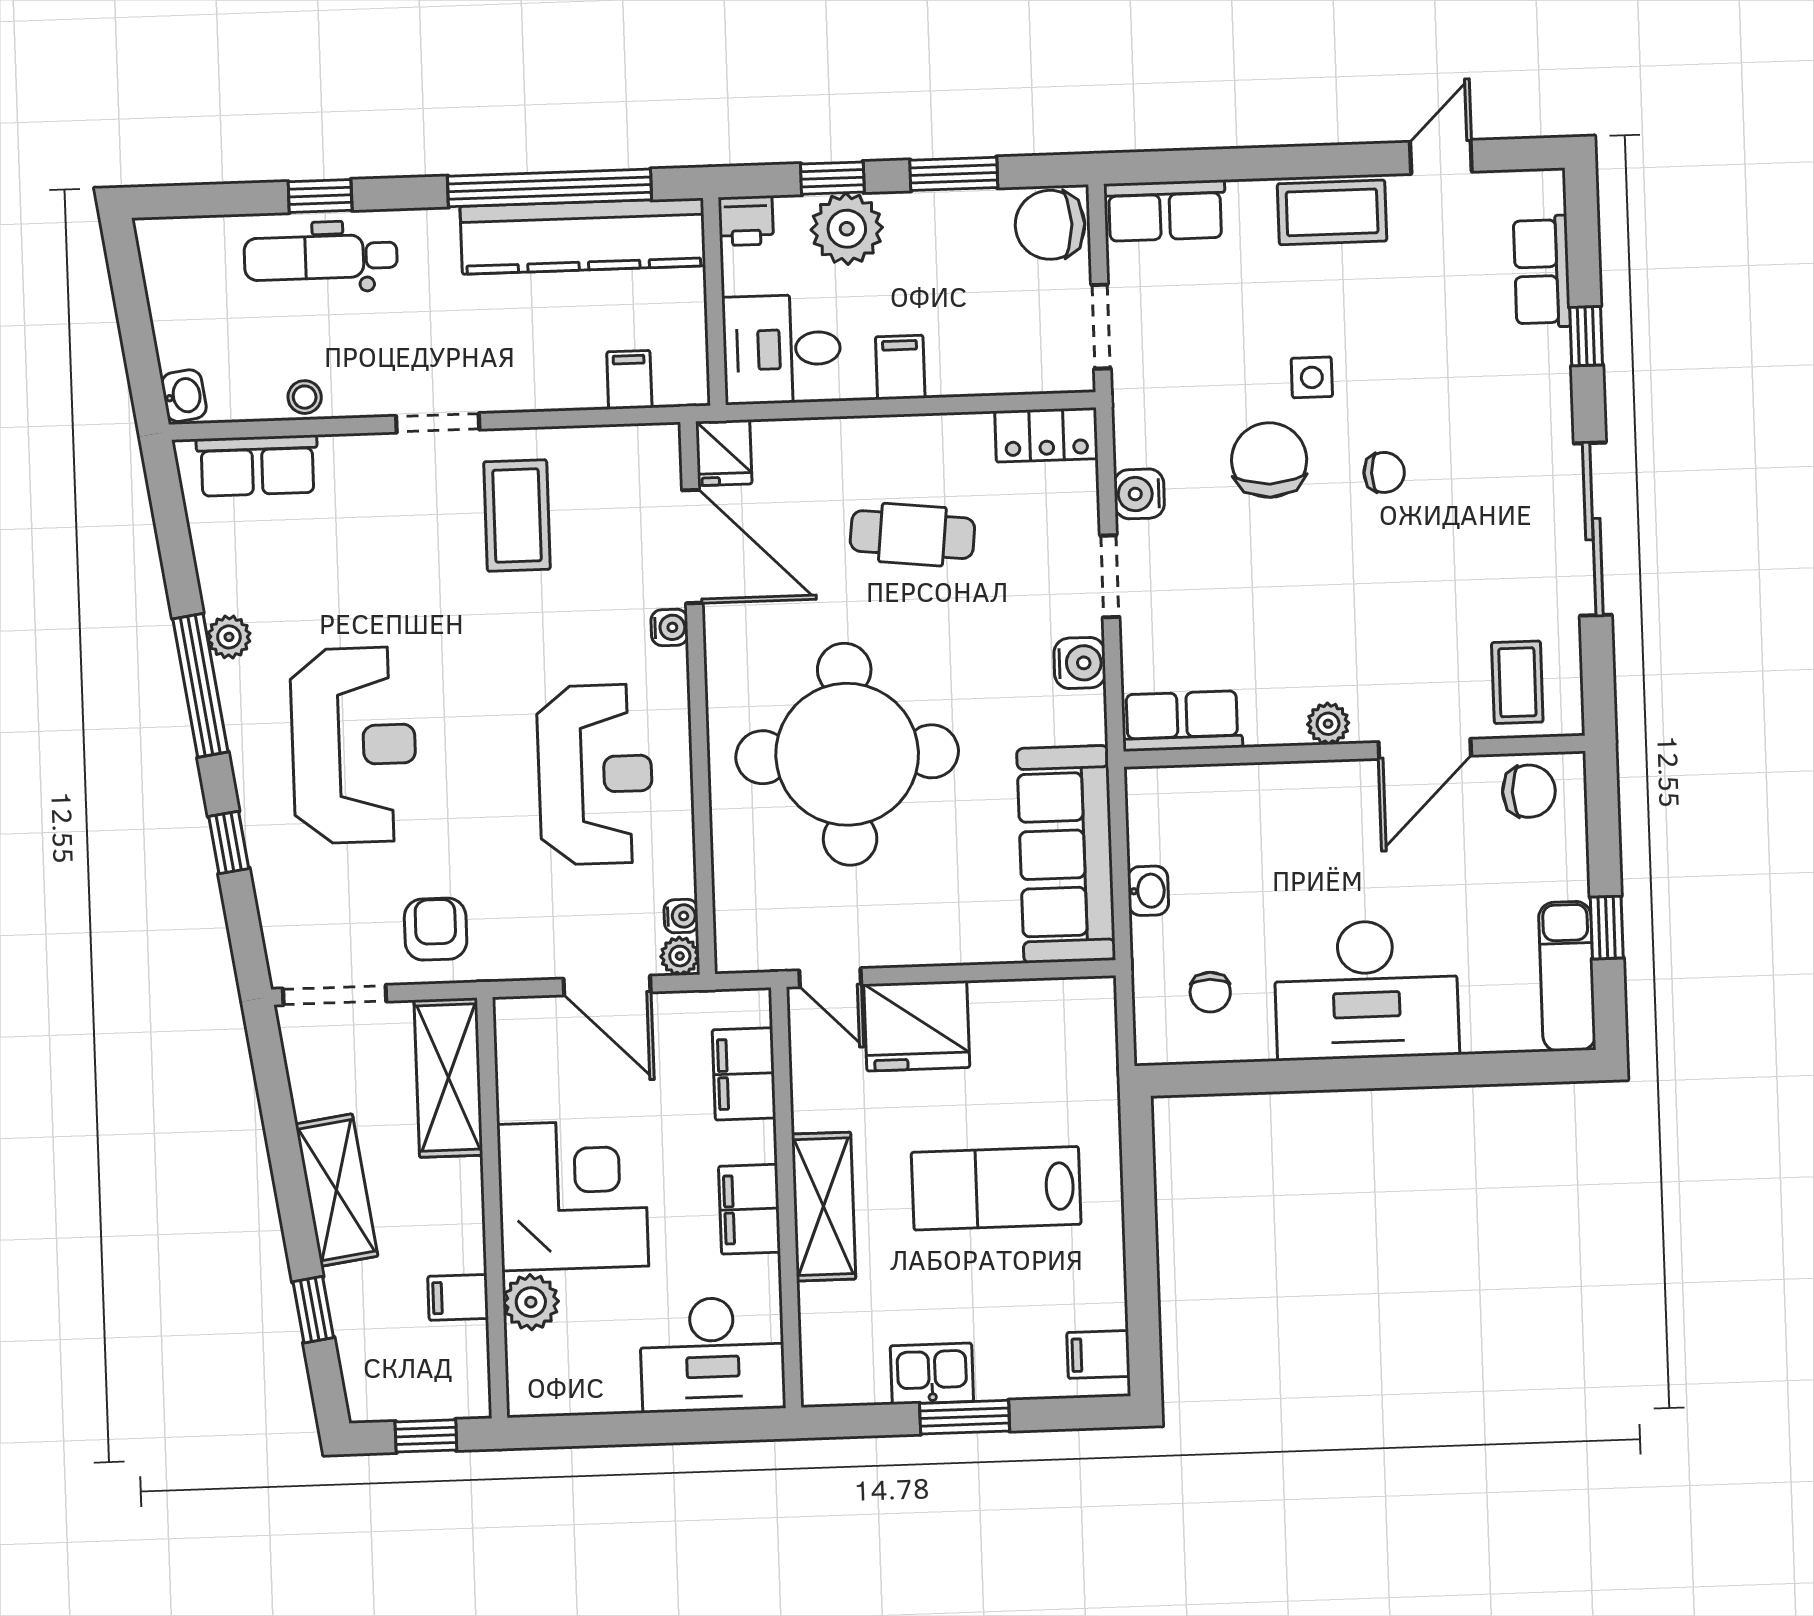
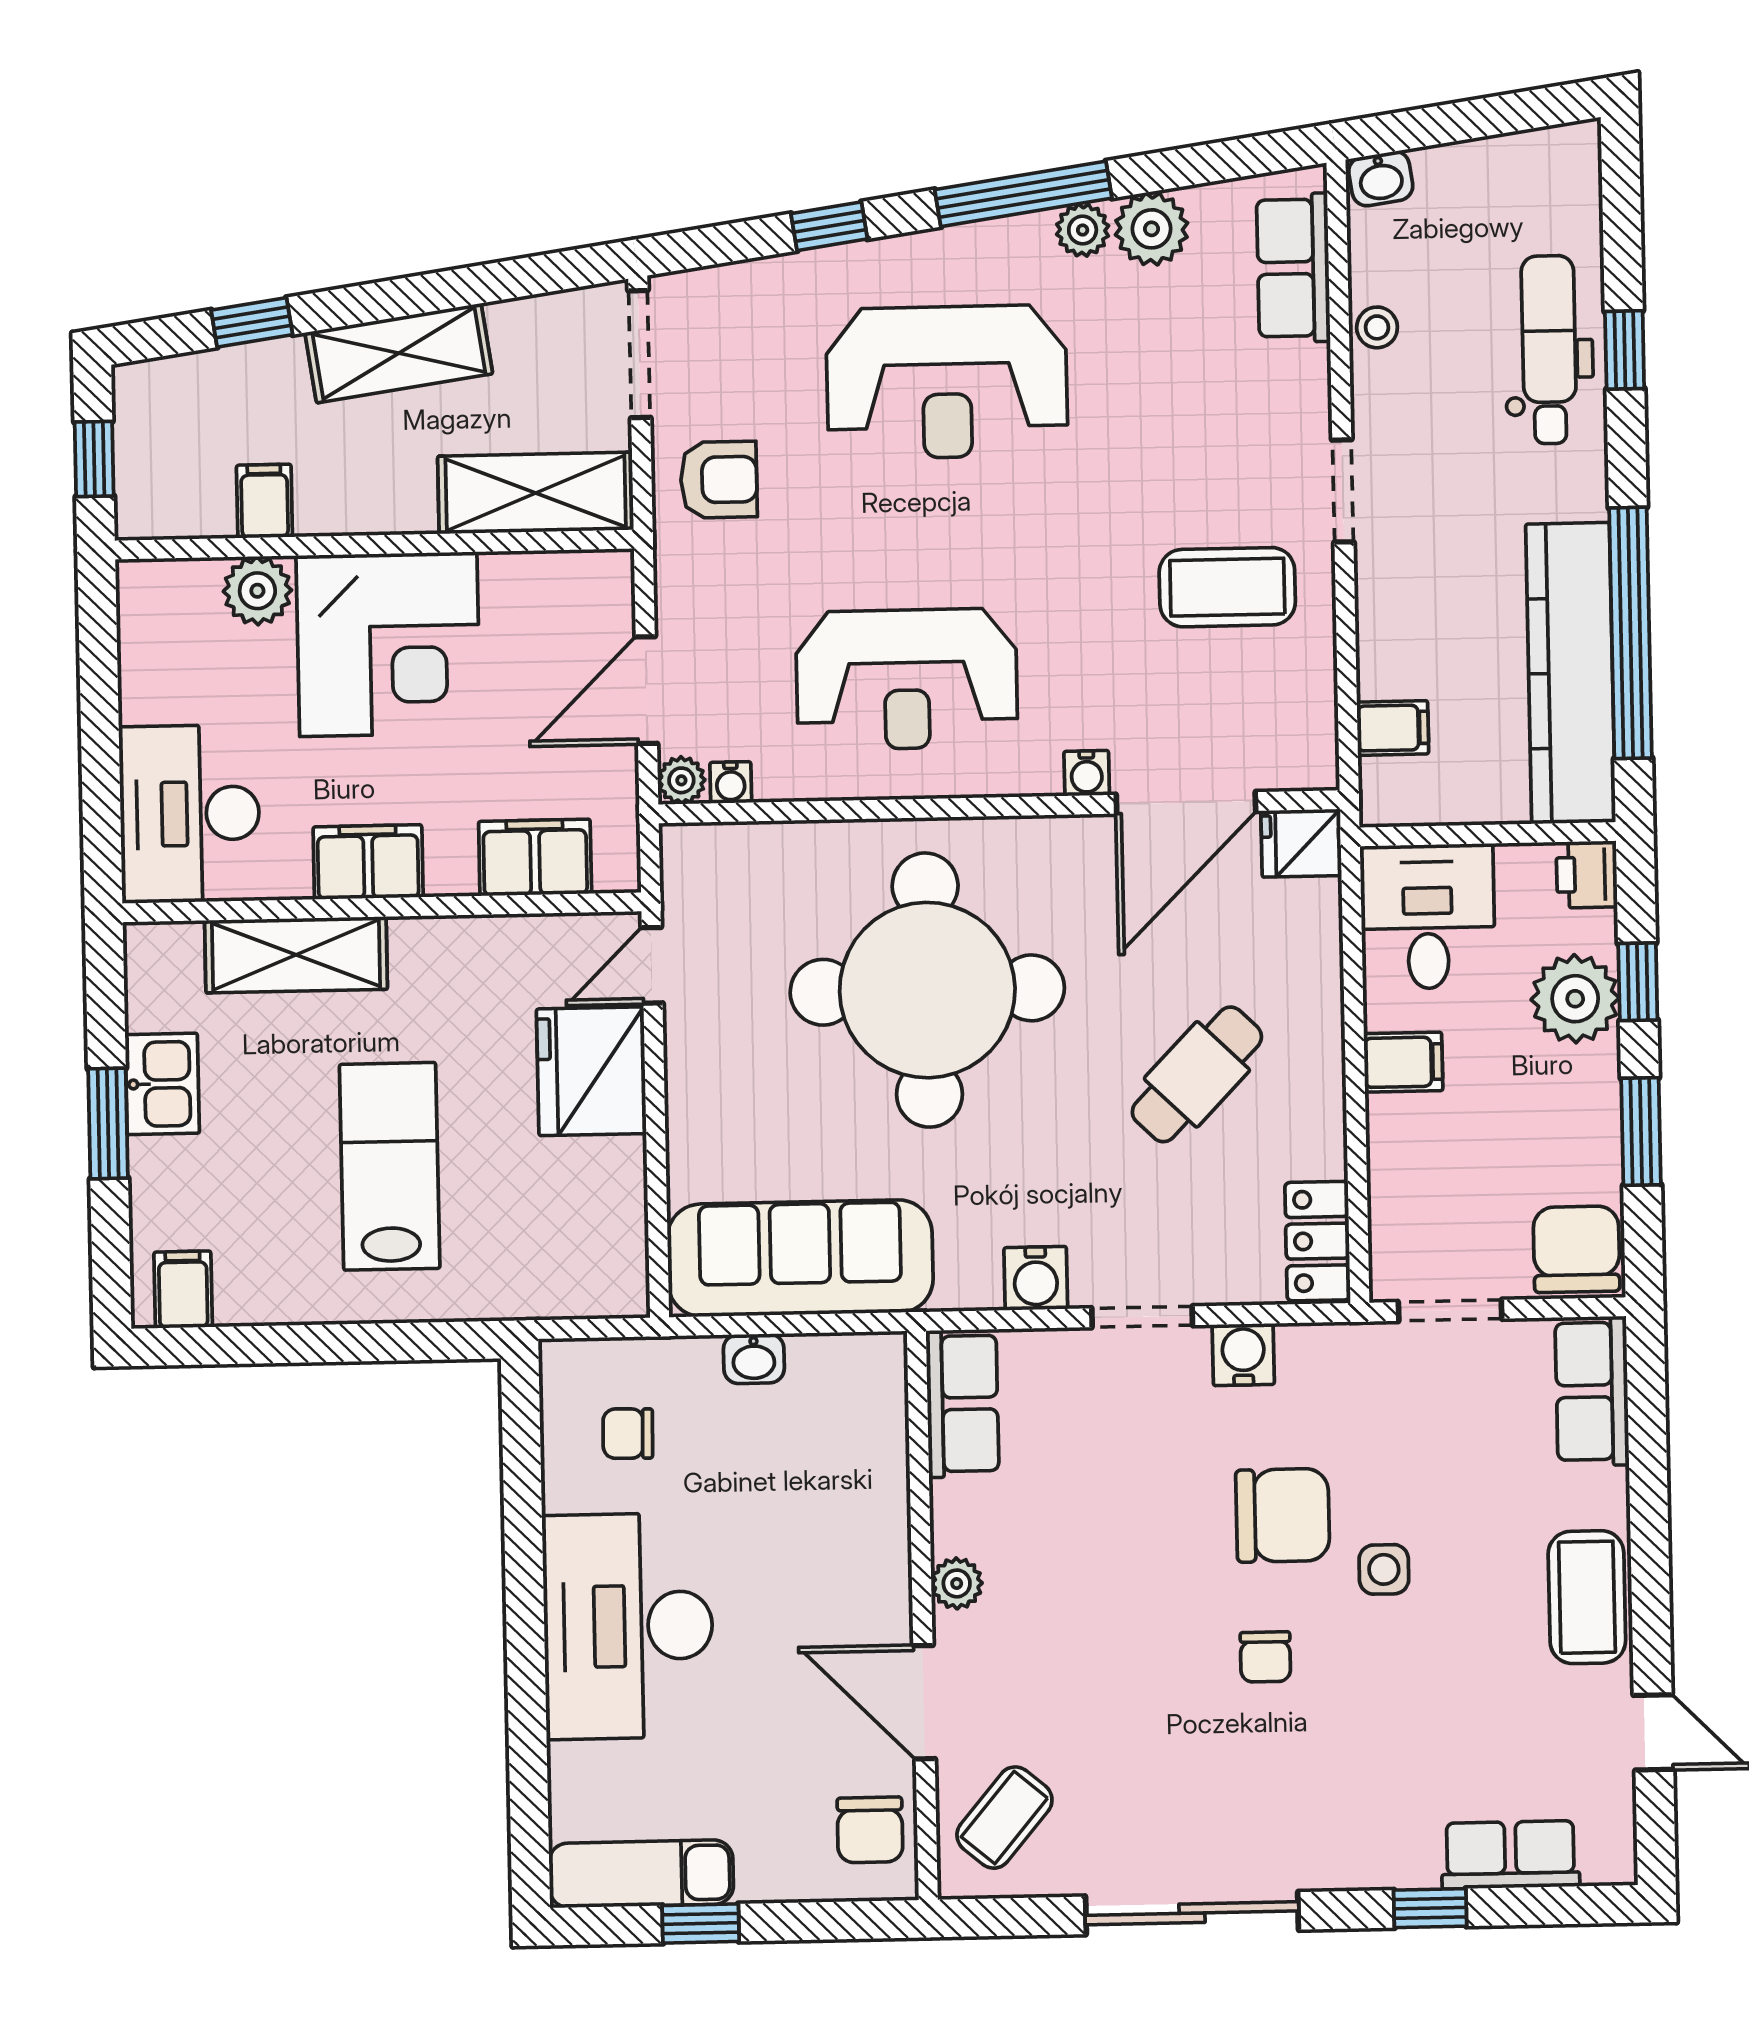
cafe table: (912, 535) -> (1197, 1074), turned 38
plant: (227, 581) -> (1151, 229), added
coffee table: (1517, 682) -> (1004, 1818), turned -50
shelving: (824, 1207) -> (296, 955), moved

